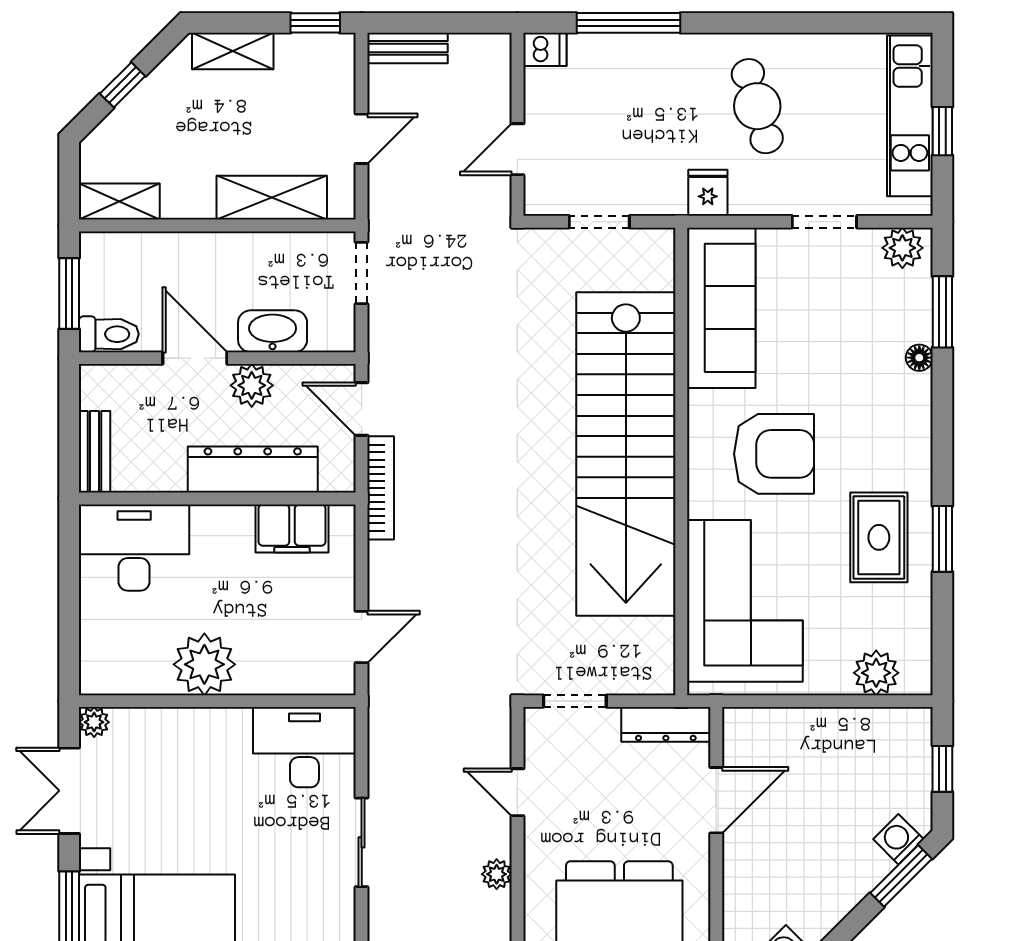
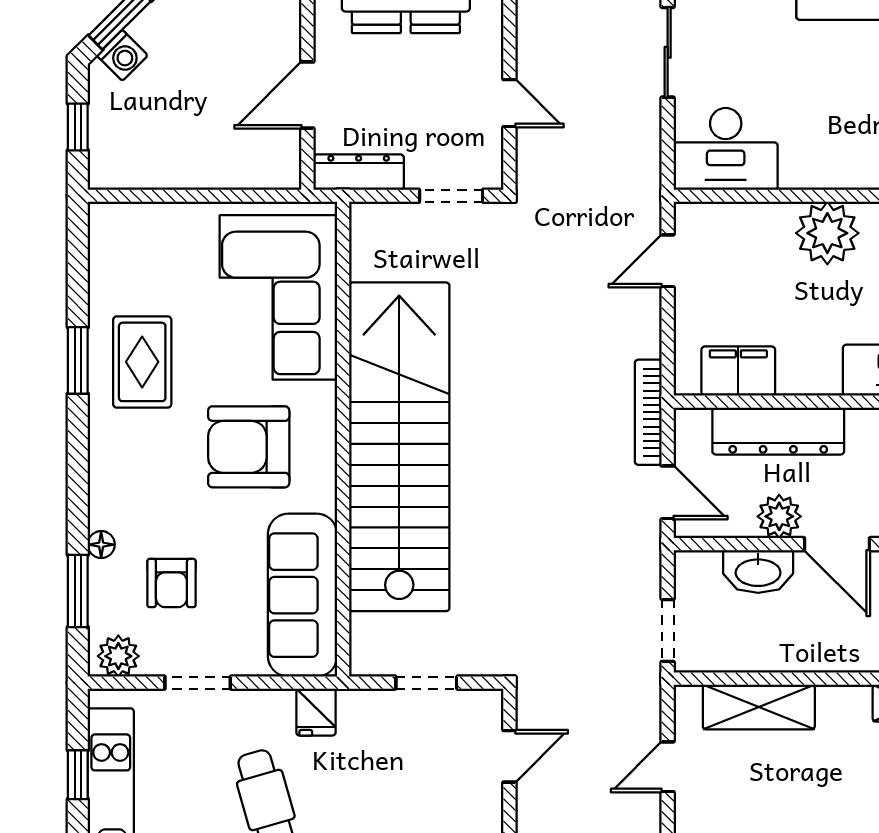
armchair: (850, 320) -> (171, 583), added
plant: (876, 673) -> (145, 224), removed
plant: (497, 874) -> (531, 20), removed

